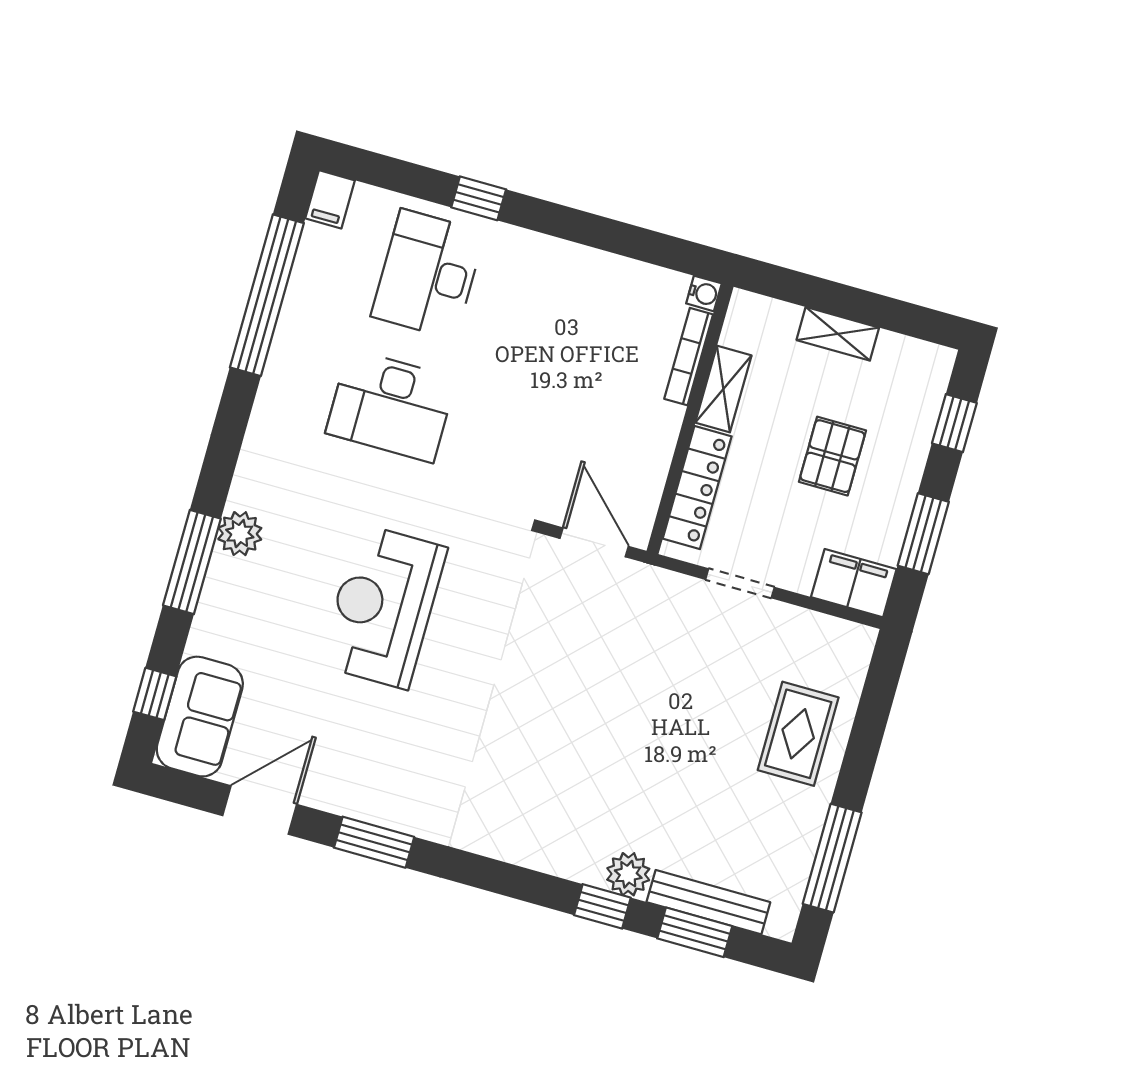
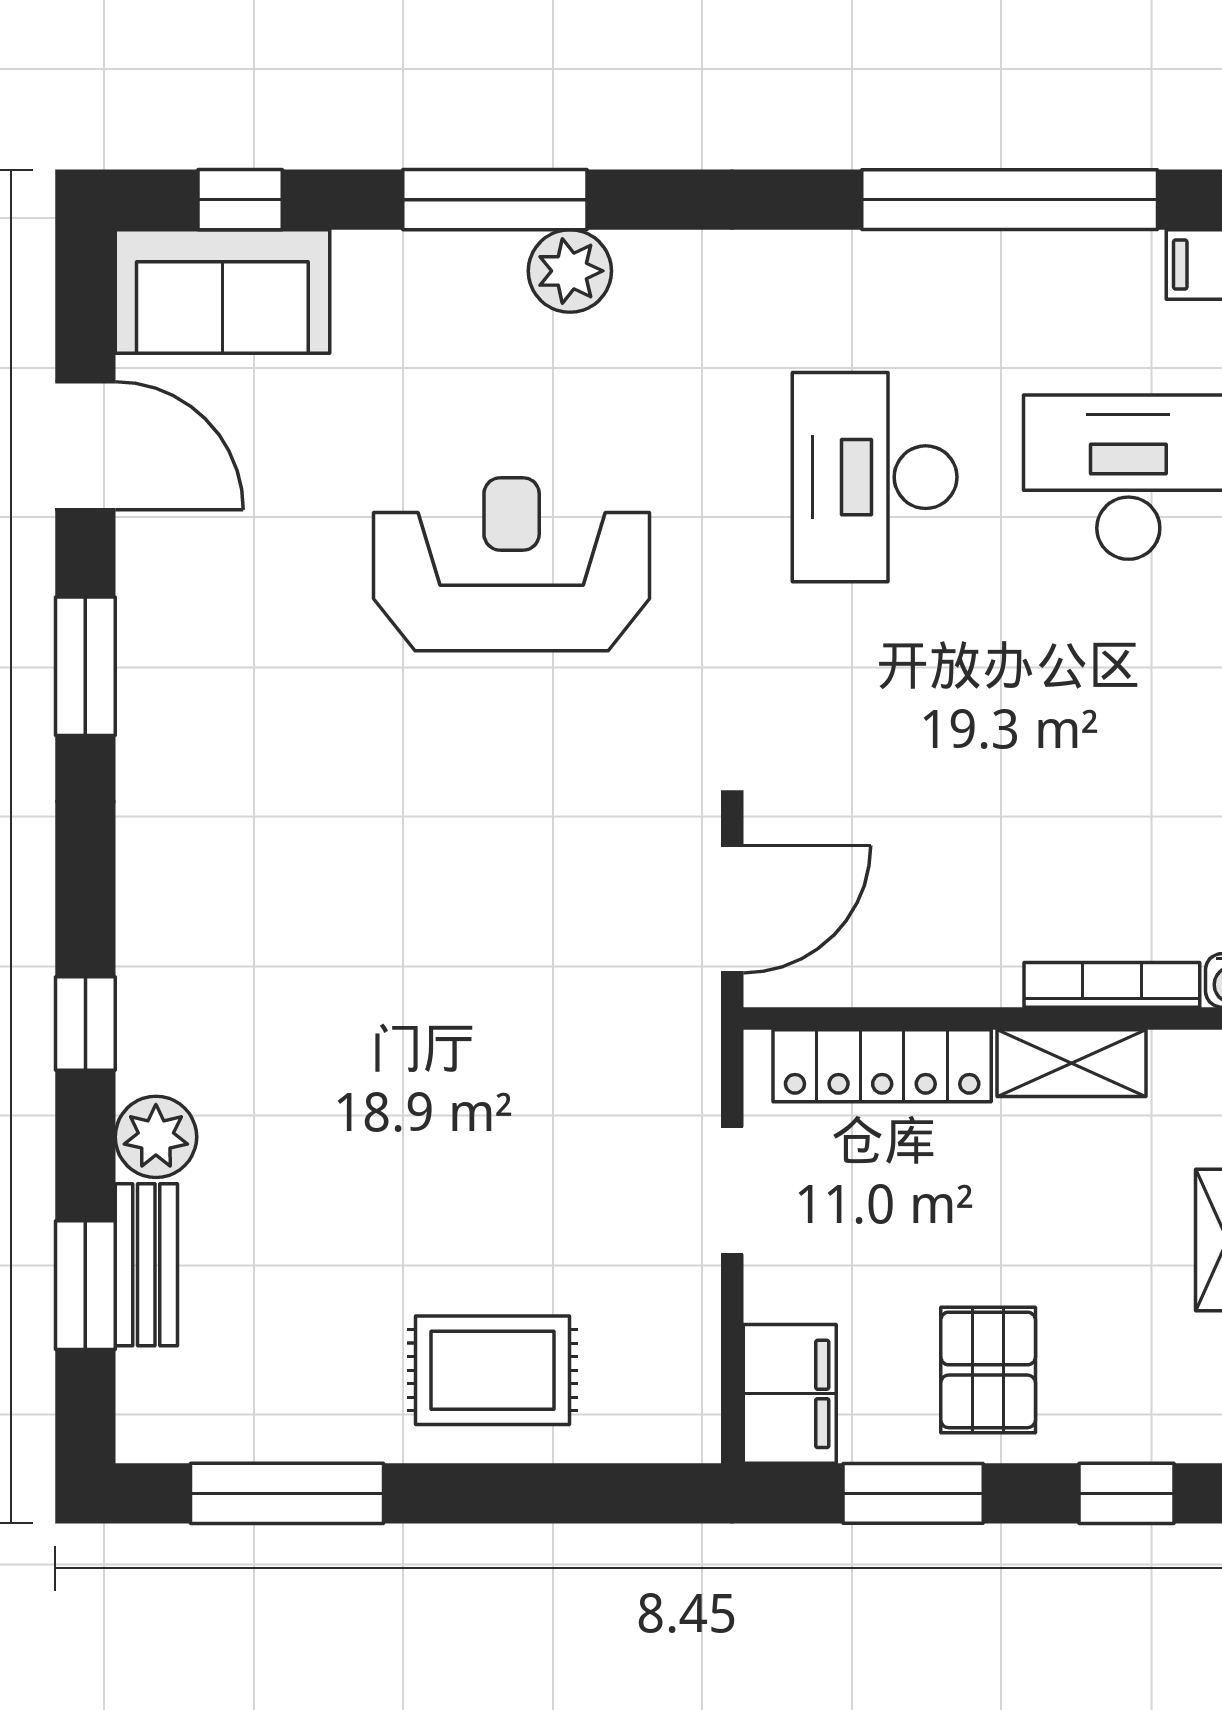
pallet: (832, 456) -> (988, 1370), moved, turned 90
bench: (708, 902) -> (146, 1265), width x0.73
window: (602, 906) -> (85, 1023), moved

